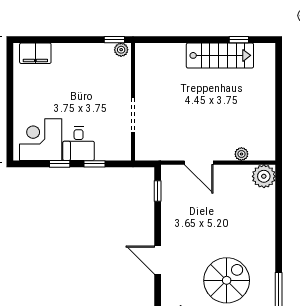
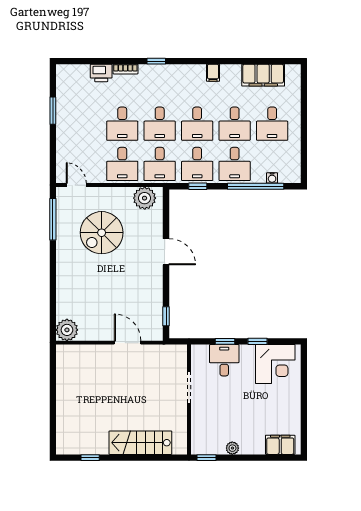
plant: (121, 50) -> (232, 448), moved
stairs: (220, 55) -> (140, 443), moved
desk: (79, 144) -> (224, 360), moved
plant: (241, 154) -> (88, 351), removed

